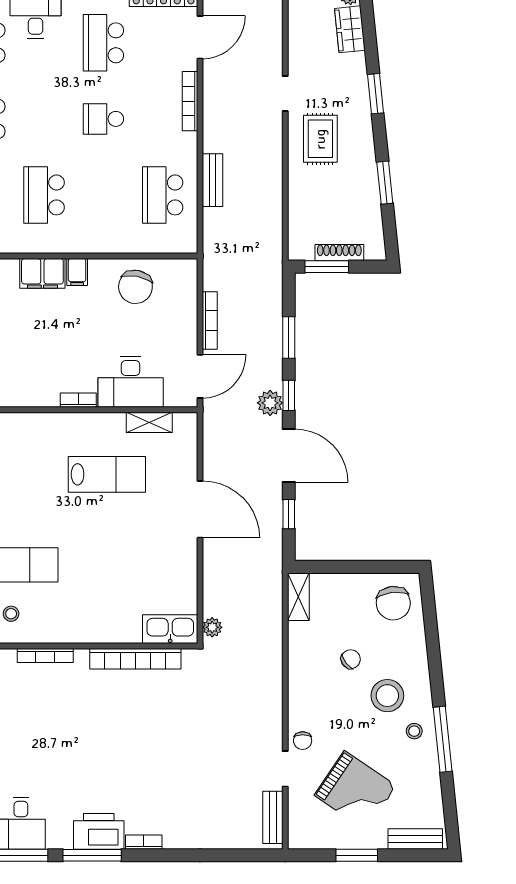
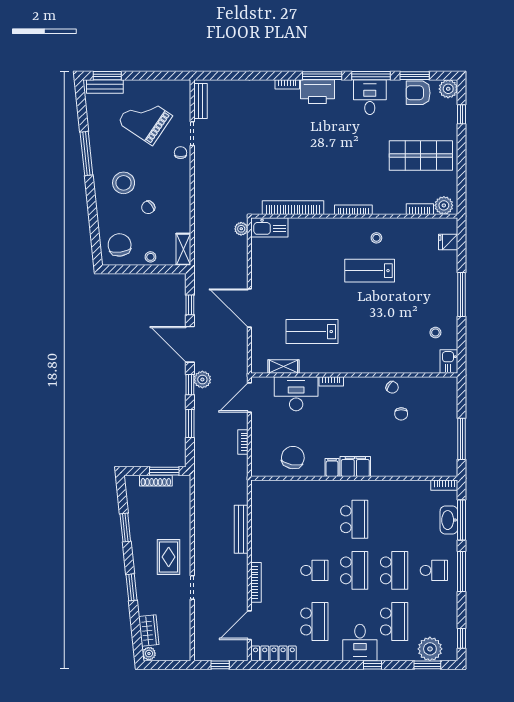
bench: (213, 180) -> (241, 529), width x1.36
school desk: (163, 195) -> (354, 570), moved
bookcase: (210, 320) -> (243, 442), width x0.64
stool: (414, 731) -> (150, 257), moved
window: (357, 855) -> (107, 76), moved

